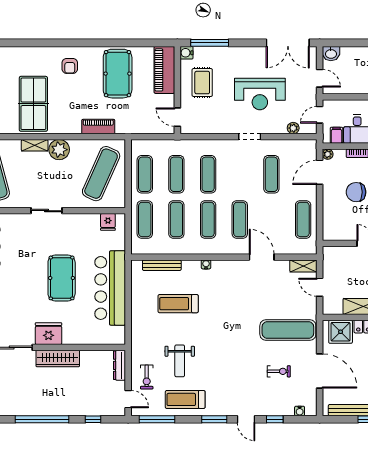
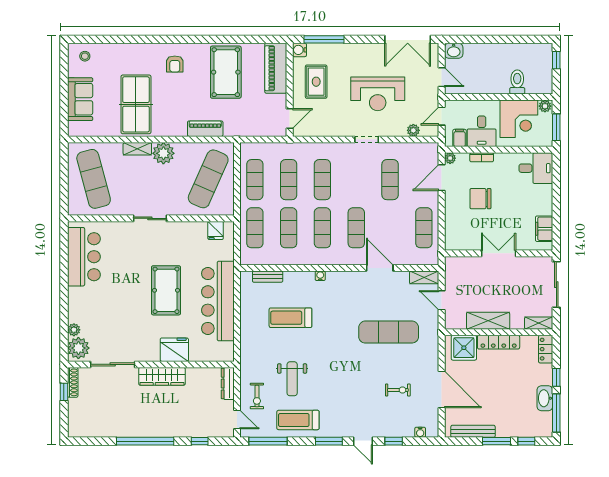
door: (177, 117) -> (290, 119), swing flipped
bench: (162, 265) -> (268, 277), width x0.73
exercise mat: (288, 330) -> (389, 332), moved
fridge: (49, 334) -> (174, 350), moved

